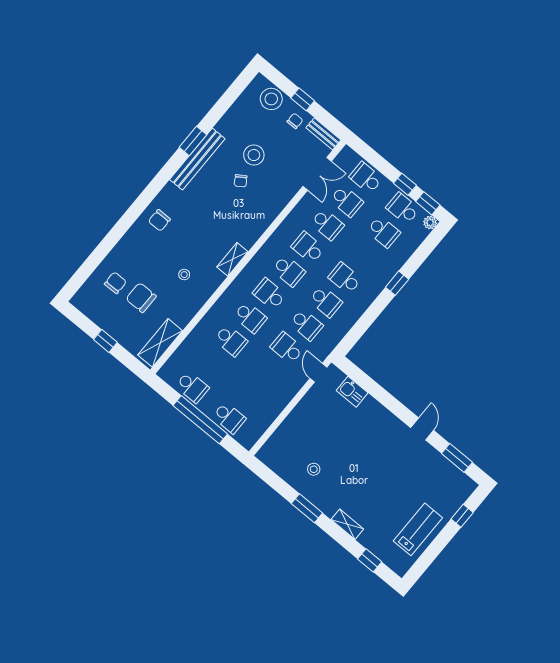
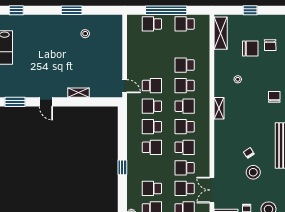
kitchen sink: (352, 392) -> (99, 91), removed
shelving: (347, 524) -> (78, 93), moved

